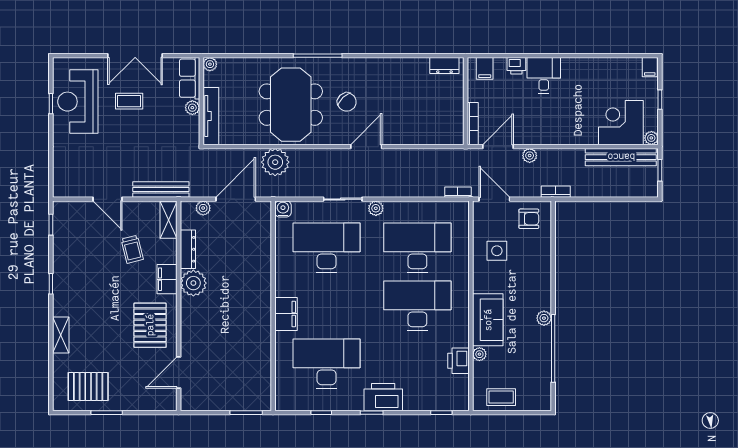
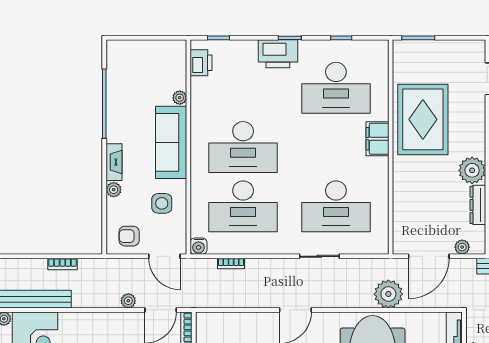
bookcase: (458, 192) -> (231, 263), moved
bookcase: (556, 192) -> (62, 264), moved
plant: (376, 208) -> (286, 247), removed
water cooler: (283, 209) -> (199, 246), moved
fireplace: (544, 291) -> (114, 162), added
plant: (544, 318) -> (114, 190), moved
sofa: (488, 320) -> (171, 142), width x1.36
rug: (242, 333) -> (423, 119), added
printer: (458, 361) -> (201, 63), moved
coffee table: (501, 397) -> (157, 54), removed

